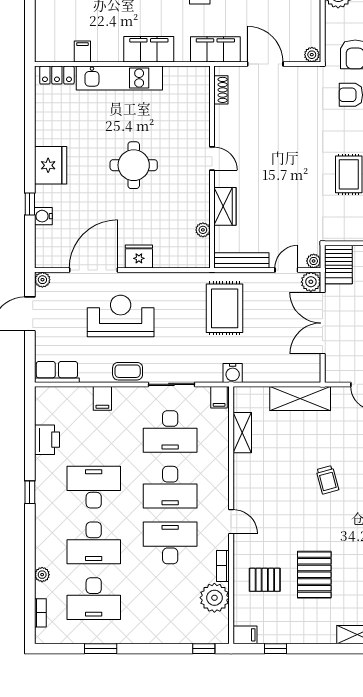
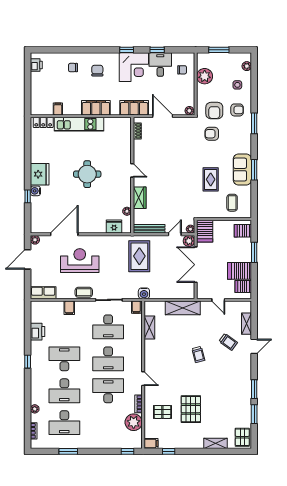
water cooler: (43, 216) -> (35, 191), moved
fridge: (139, 257) -> (114, 227), moved

